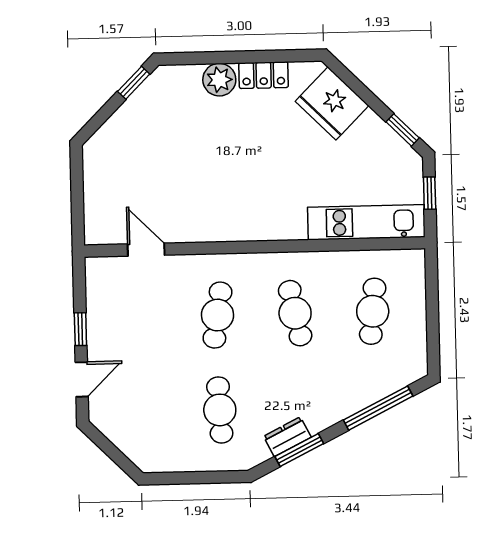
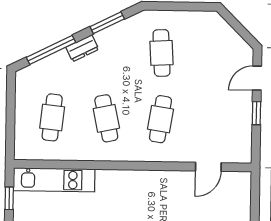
door: (146, 250) -> (208, 167), hinge flipped
dresser: (287, 437) -> (82, 48), moved

